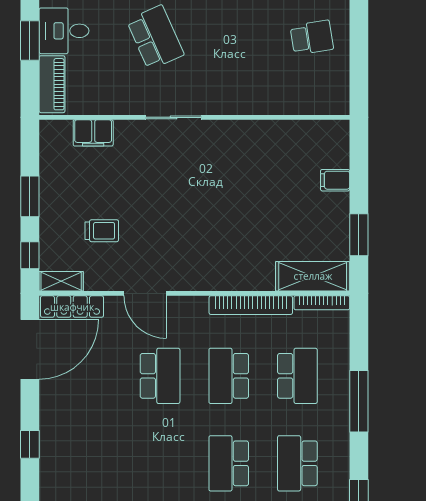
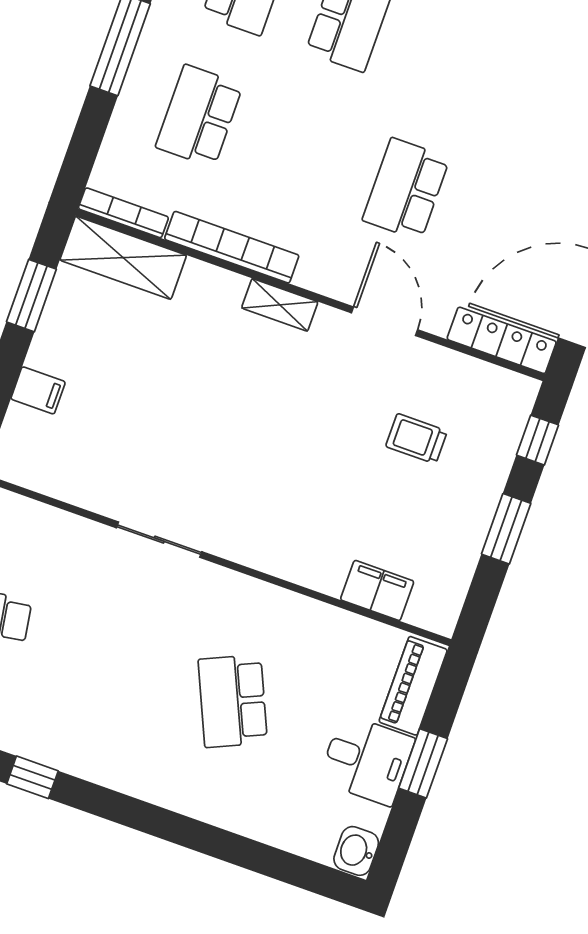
sliding door: (174, 117) -> (159, 540), moved
shelving: (61, 281) -> (280, 305), moved
school desk: (229, 376) -> (303, 152), removed

